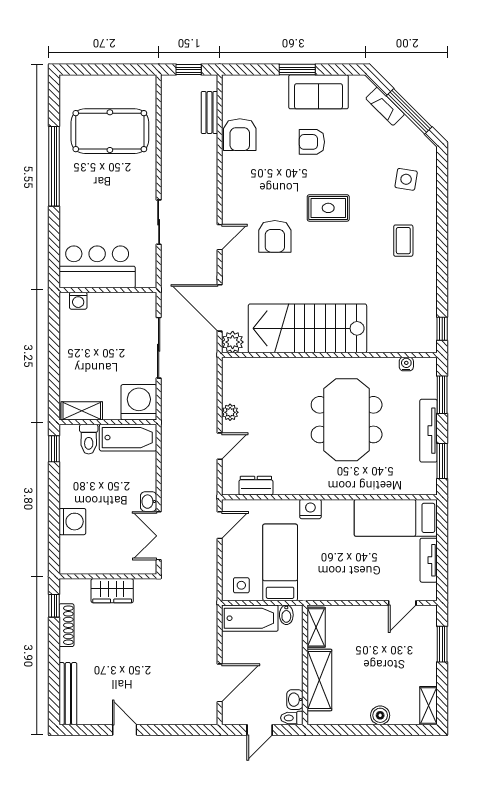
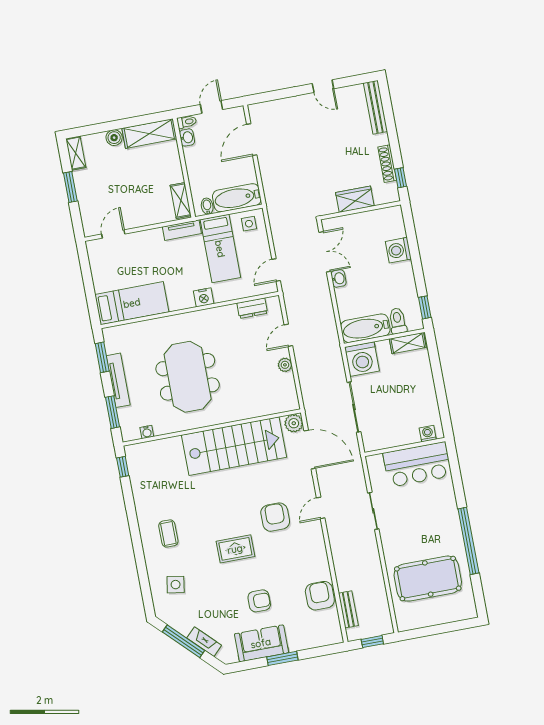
tv unit: (429, 560) -> (182, 230), moved, turned 90
window: (442, 644) -> (70, 187), moved
shelving: (319, 680) -> (149, 134), moved, turned 90

